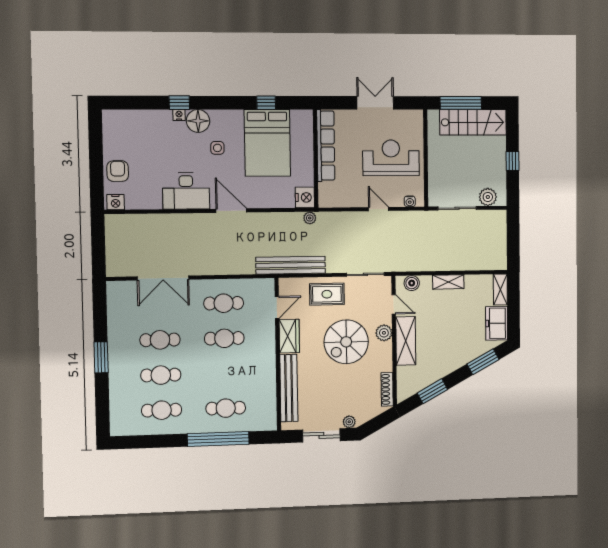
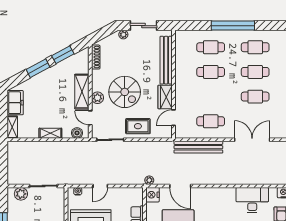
desk: (186, 191) -> (252, 200), moved
door: (379, 209) -> (100, 186), hinge flipped
door: (231, 211) -> (180, 186), moved
bench: (291, 265) -> (198, 147), moved
cafe table: (224, 338) -> (211, 72), moved
spiral stairs: (346, 342) -> (125, 92), turned 90
window: (483, 362) -> (38, 68), moved
window: (218, 439) -> (233, 26), moved

